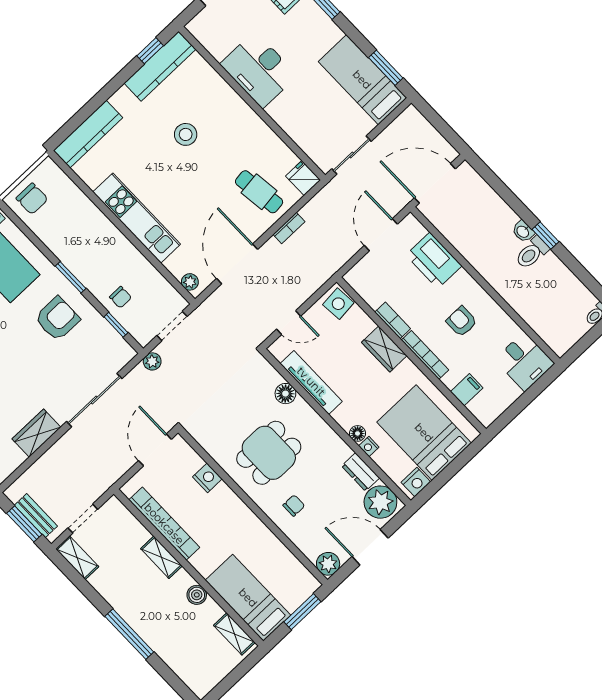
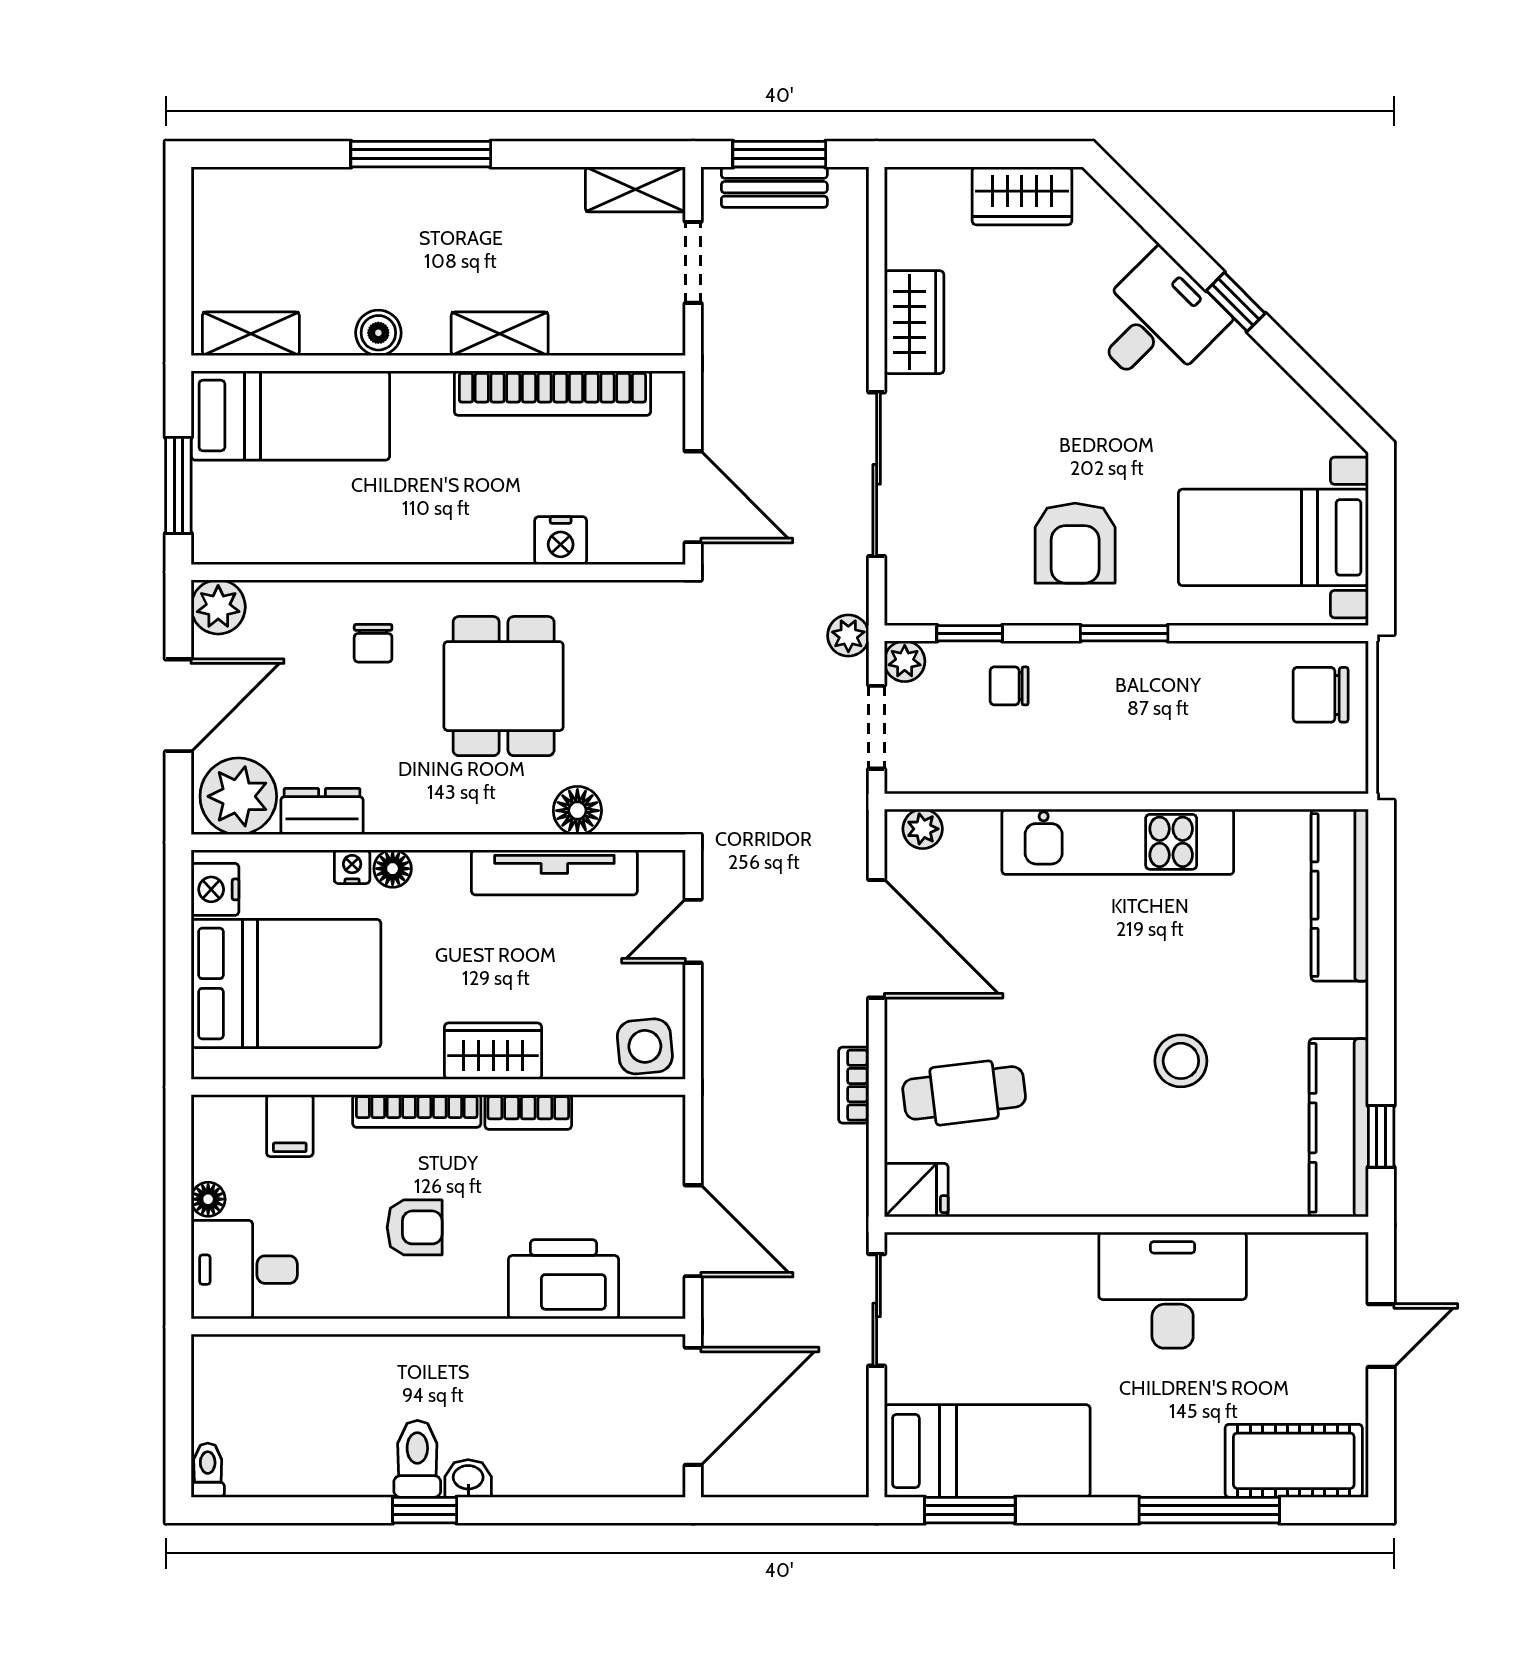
plant: (144, 337) -> (905, 661), added
floor lamp: (513, 393) -> (208, 1199), added

